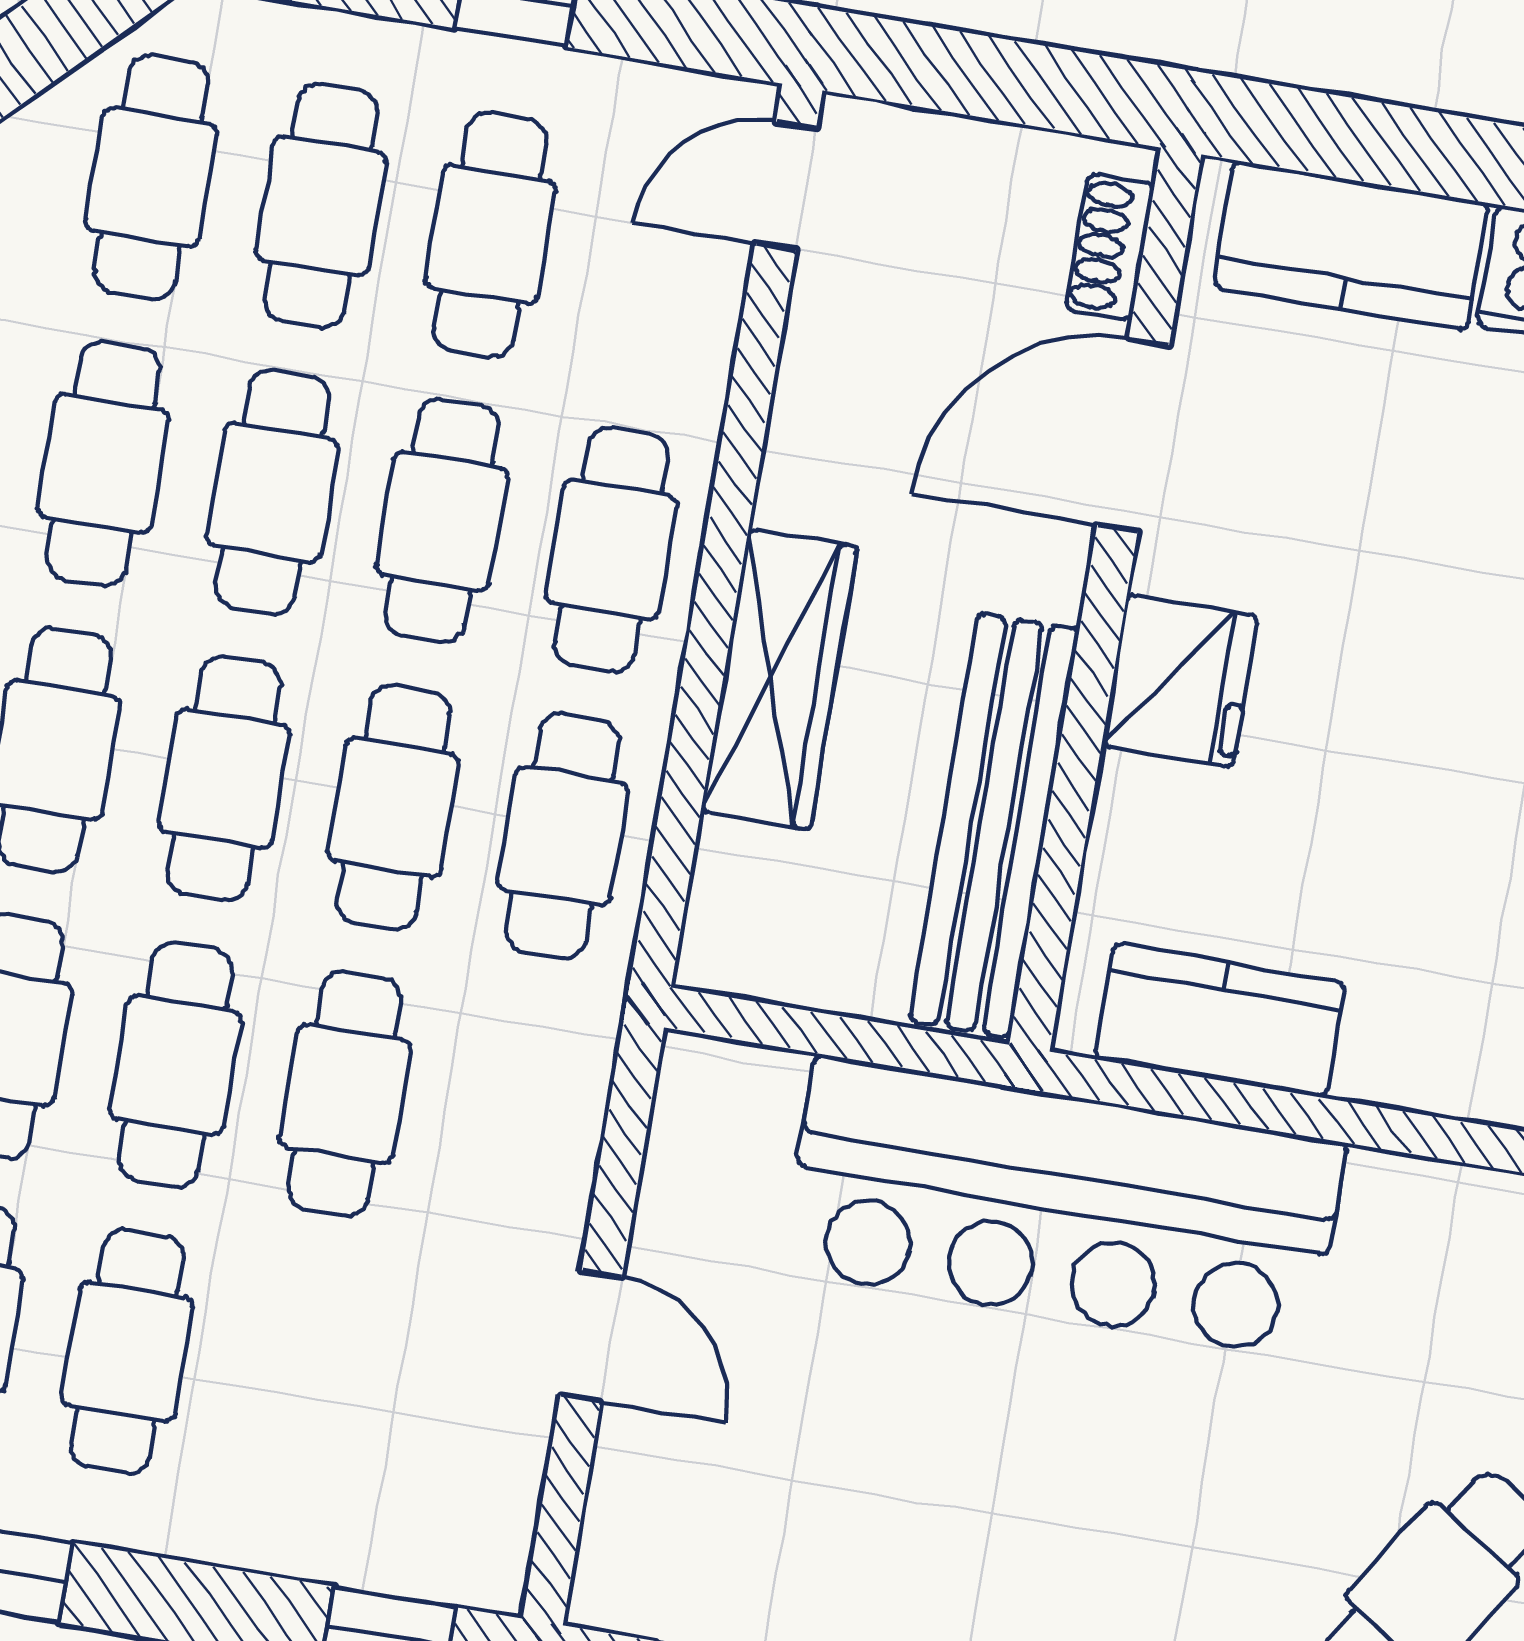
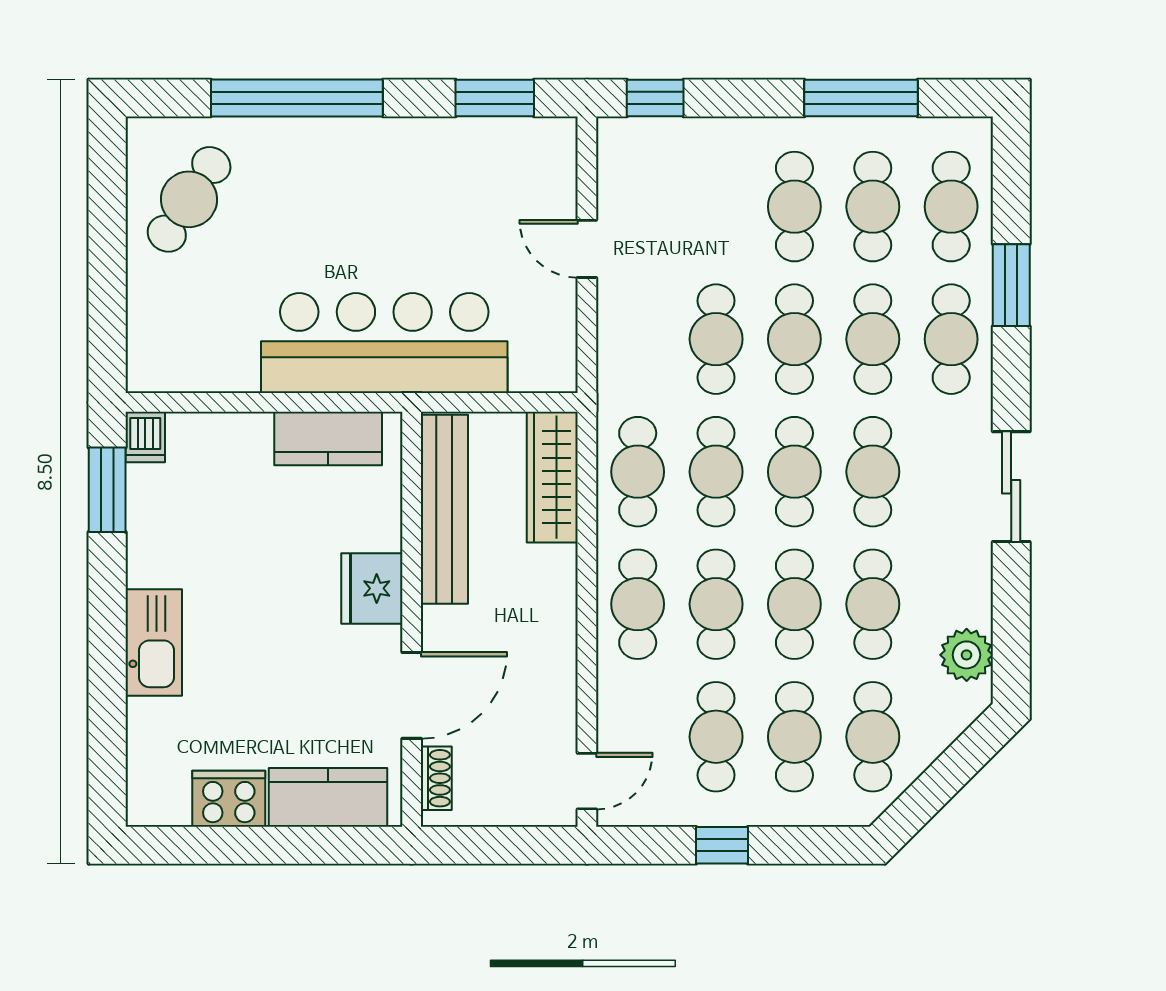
wardrobe: (779, 679) -> (552, 477), moved

